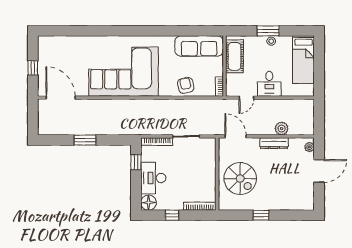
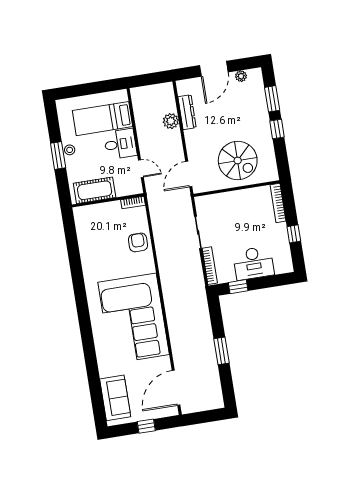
sofa: (199, 46) -> (115, 398), moved, width x0.73
bed: (303, 60) -> (103, 119), moved, turned 180
armchair: (186, 85) -> (138, 242), turned 102
dresser: (274, 143) -> (187, 112), moved
plant: (309, 147) -> (241, 76), moved
door: (319, 171) -> (214, 69), swing flipped
spiral stairs: (240, 179) -> (238, 161), turned 90
floor lamp: (149, 203) -> (283, 264), removed
window: (287, 215) -> (272, 99), added

